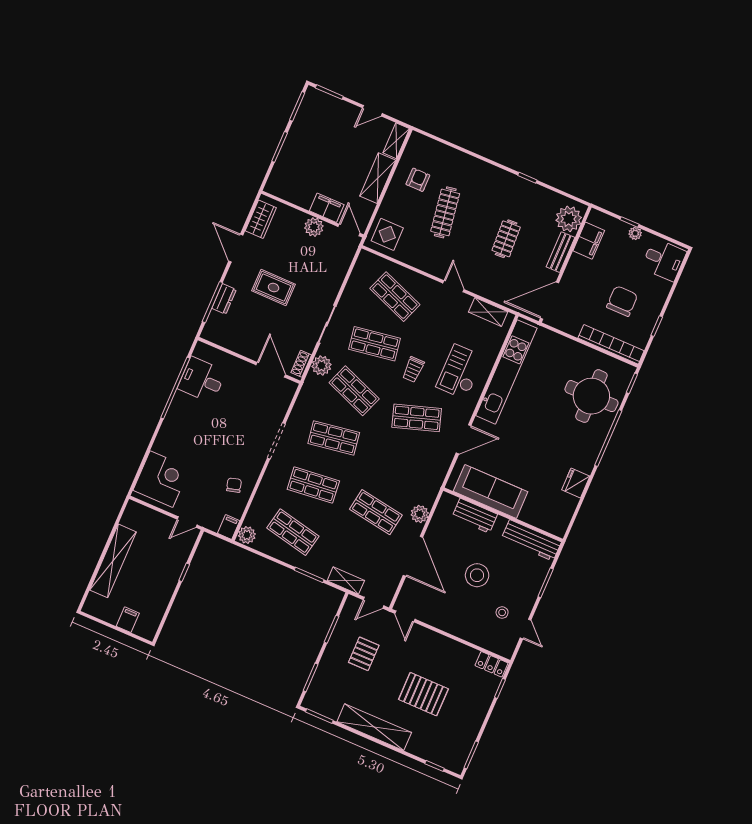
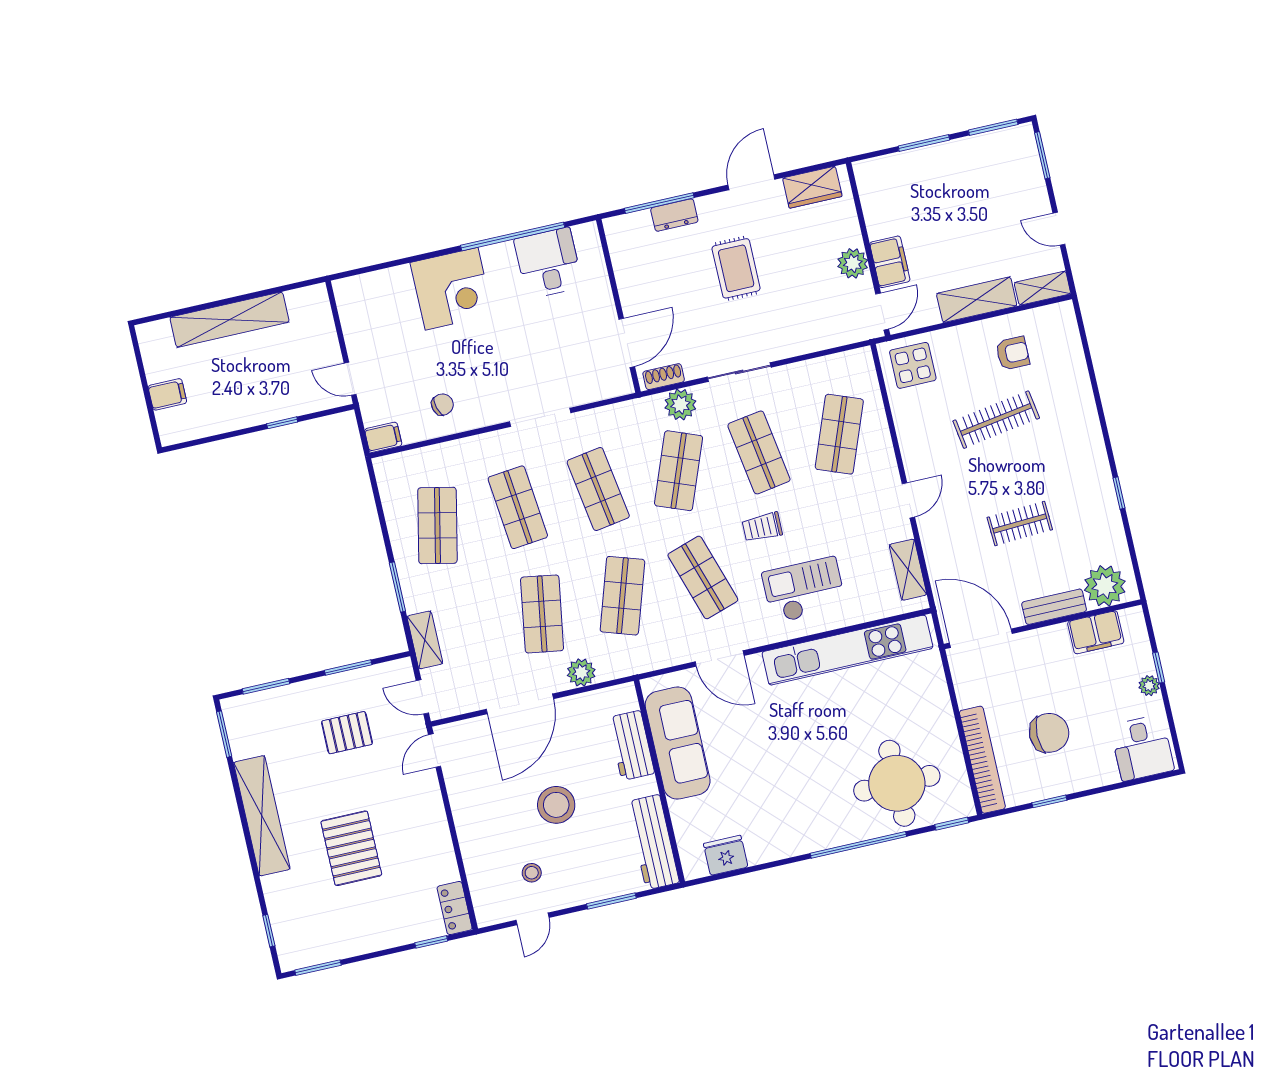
shop shelf: (396, 465) -> (622, 596), added
corner desk: (161, 479) -> (452, 289), moved
fridge: (576, 483) -> (726, 855), moved
plant: (247, 535) -> (390, 469), removed

